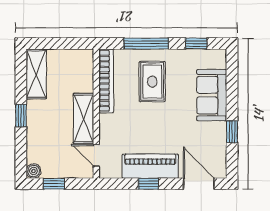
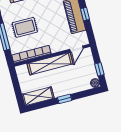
shelving: (84, 118) -> (50, 64), width x1.47

